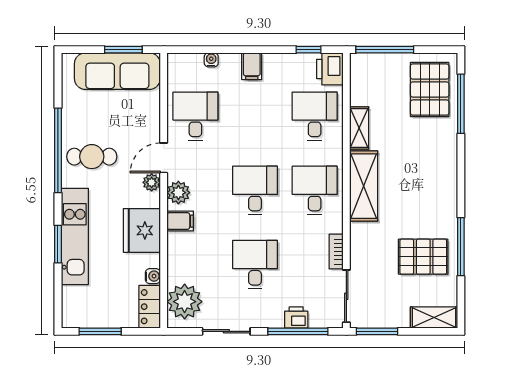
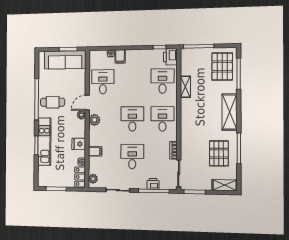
filing cabinet: (252, 66) -> (120, 56), moved
shelving: (364, 186) -> (230, 112), moved
filing cabinet: (180, 221) -> (95, 151), moved
fridge: (142, 230) -> (79, 144), width x0.53, depth x0.75
pallet: (423, 257) -> (219, 153), turned 90
plant: (185, 302) -> (93, 179), width x0.53, depth x0.53

